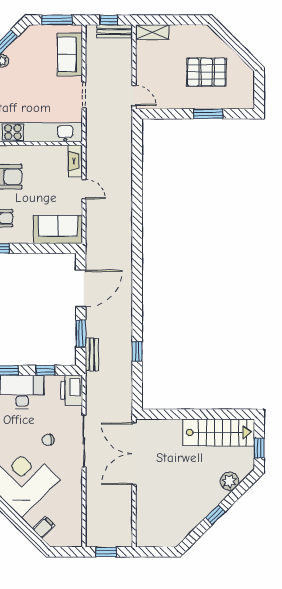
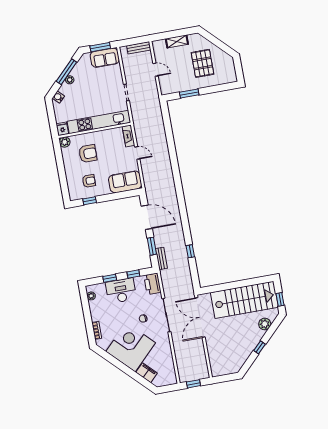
window: (109, 20) -> (134, 41), removed
shelving: (152, 32) -> (177, 41), moved
sofa: (70, 54) -> (105, 58), moved, turned -90
pallet: (206, 72) -> (202, 63), turned 90
door: (134, 96) -> (155, 70), moved
window: (208, 114) -> (189, 94), moved
door: (81, 289) -> (147, 217), hinge flipped
stairs: (218, 432) -> (244, 300), width x1.36, depth x1.51
filing cabinet: (43, 527) -> (147, 373), width x2.00

